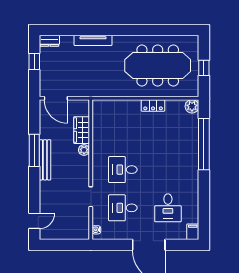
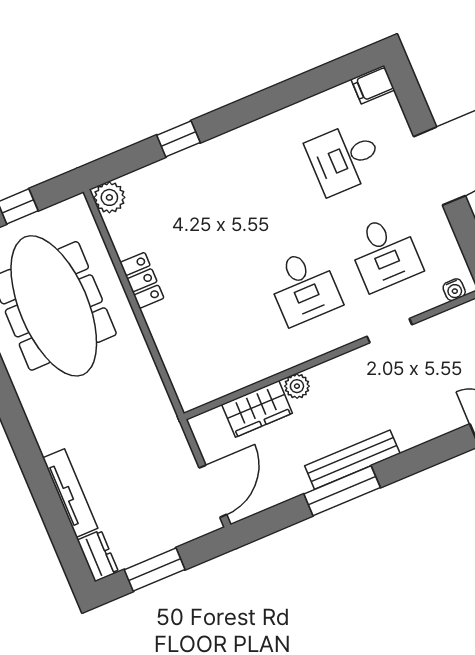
tv unit: (93, 40) -> (70, 493), moved
window: (34, 61) -> (155, 570), width x1.50
window: (204, 144) -> (178, 139), width x0.32
desk: (168, 208) -> (345, 158), turned 180

